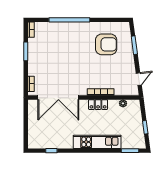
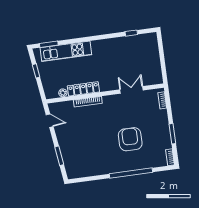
armchair: (106, 44) -> (130, 139), moved, turned 90
door: (139, 79) -> (50, 121), swing flipped
double door: (58, 98) -> (132, 90), width x0.54
locker: (98, 105) -> (83, 89), width x1.53
kitchen unit: (97, 142) -> (66, 51), moved

